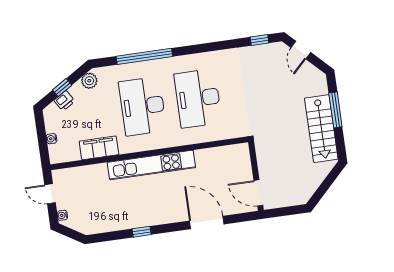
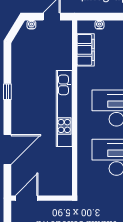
filing cabinet: (99, 148) -> (86, 50), moved

